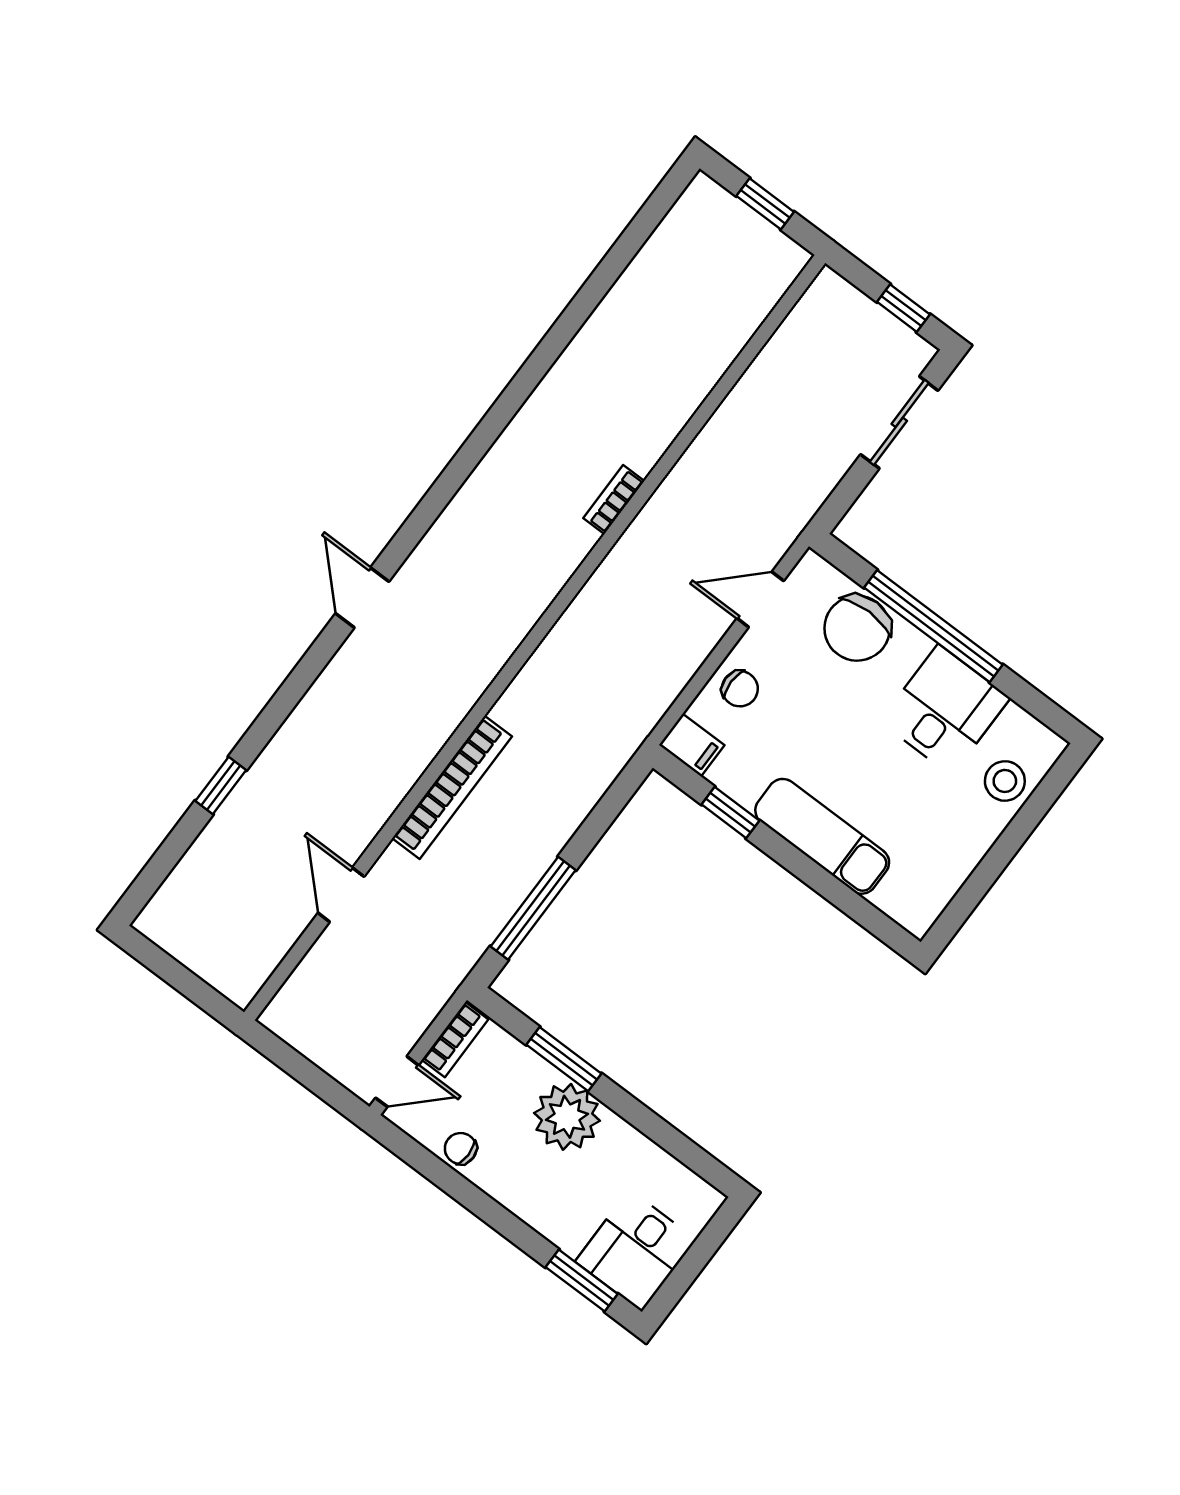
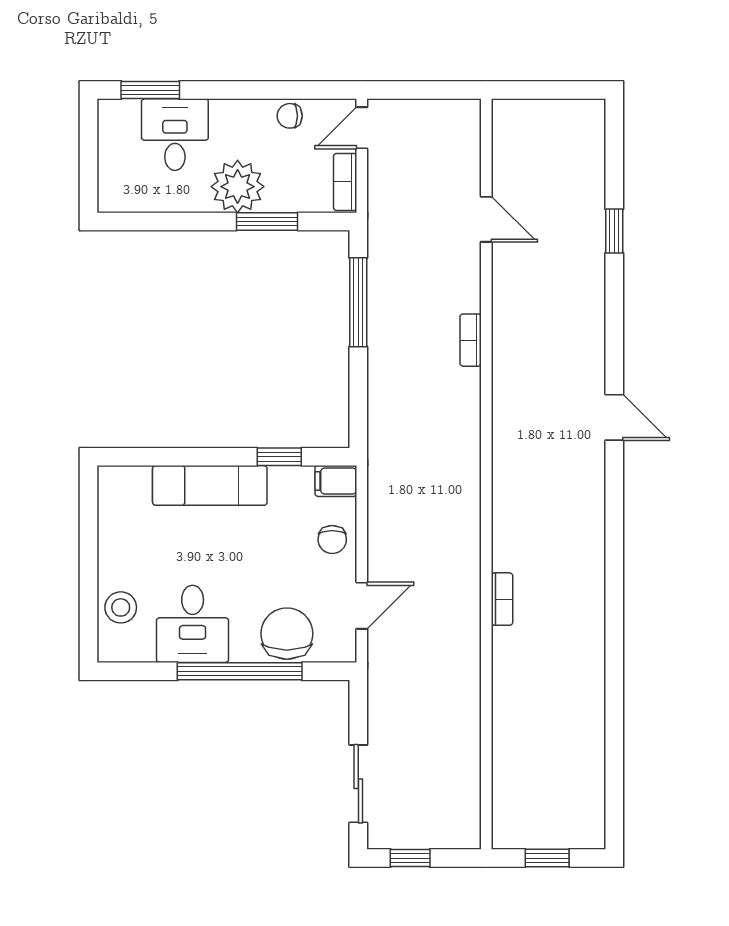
chair: (740, 689) -> (332, 540), turned -90
bookcase: (452, 787) -> (471, 340), width x0.43, depth x0.76
chair: (461, 1149) -> (290, 116), turned 180
desk: (636, 1251) -> (175, 135), moved

